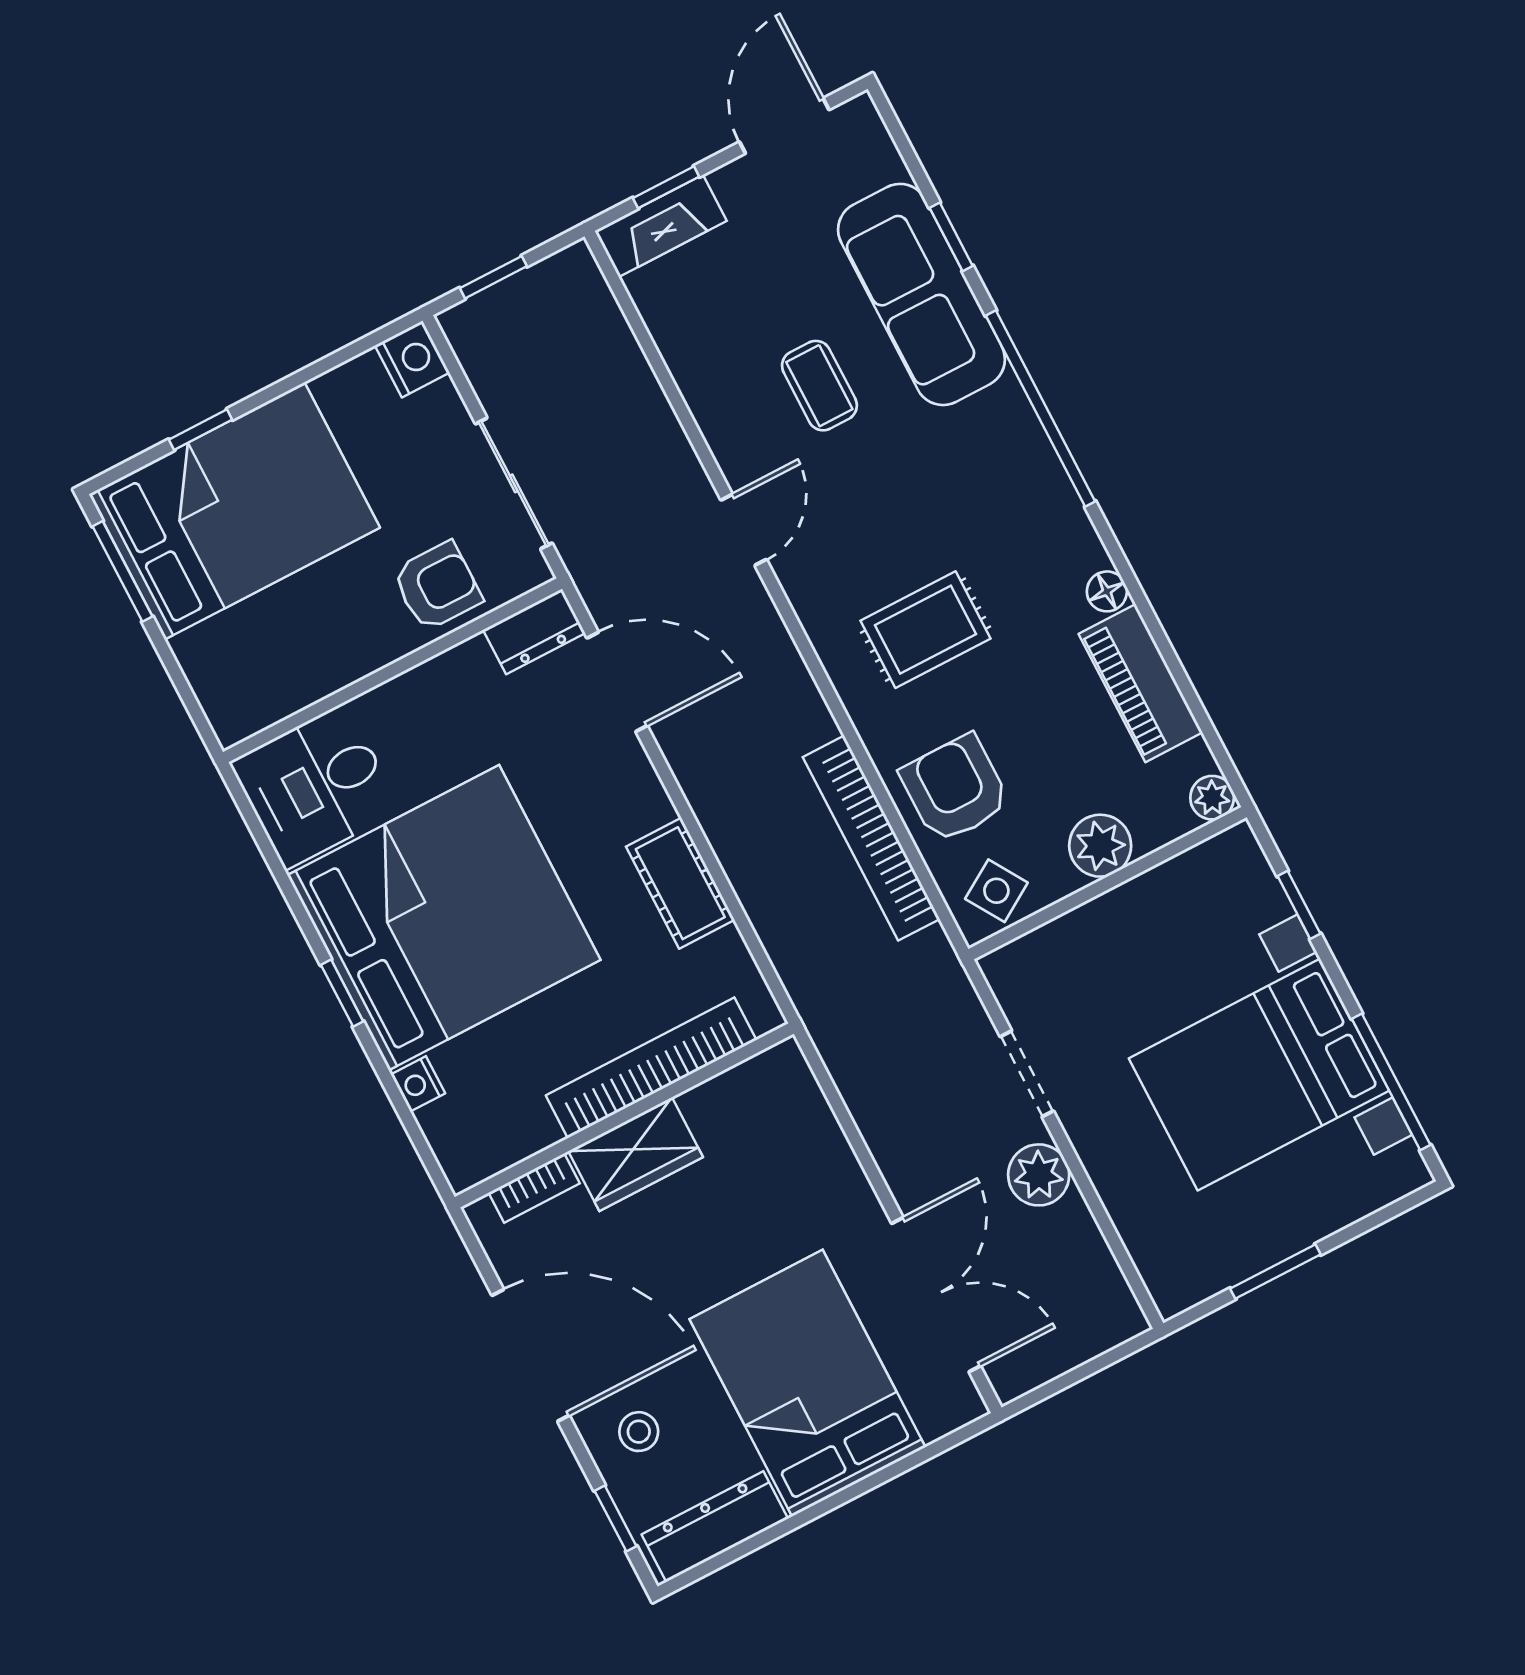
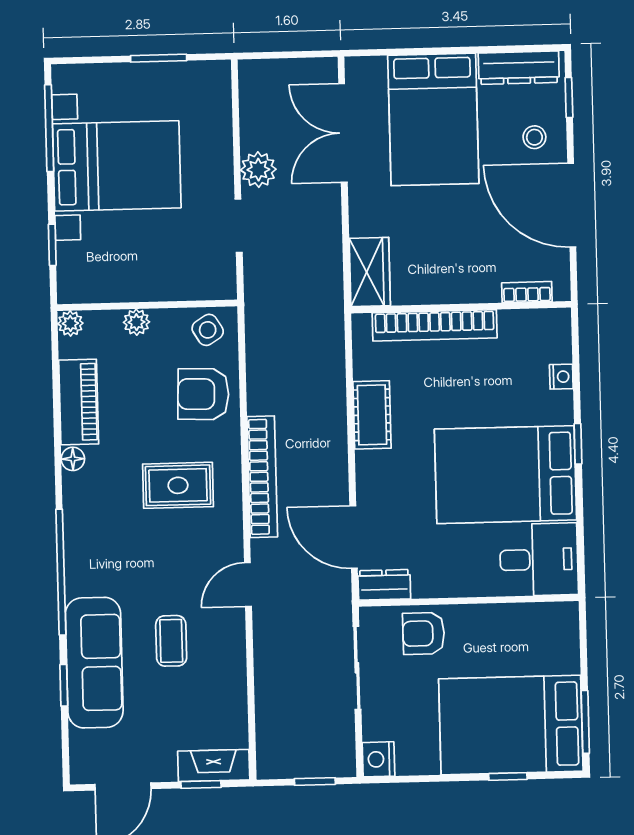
armchair: (955, 789) -> (203, 394), turned 92
bookcase: (871, 838) -> (262, 477), moved
plant: (1100, 846) -> (136, 322), width x0.73, depth x0.73
bed: (444, 918) -> (506, 475), width x0.73
wardrobe: (636, 1154) -> (370, 272), moved, turned 90

